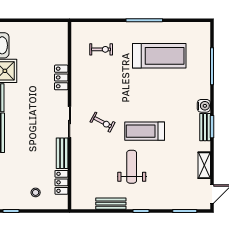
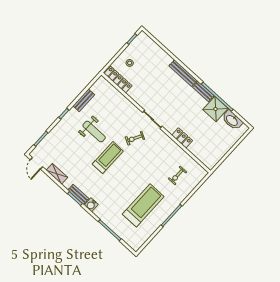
treadmill: (159, 56) -> (143, 205), turned 180
bench: (62, 153) -> (138, 99), removed
locker: (61, 182) -> (118, 80), width x1.53

